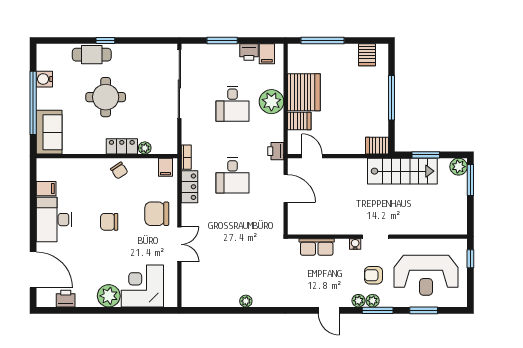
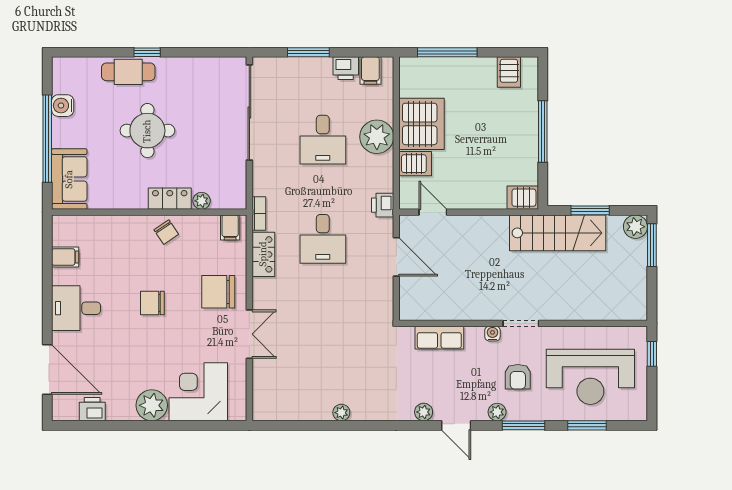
desk: (54, 220) -> (76, 308), width x0.73
armchair: (374, 275) -> (518, 377), turned -90
plant: (373, 301) -> (424, 412), moved

